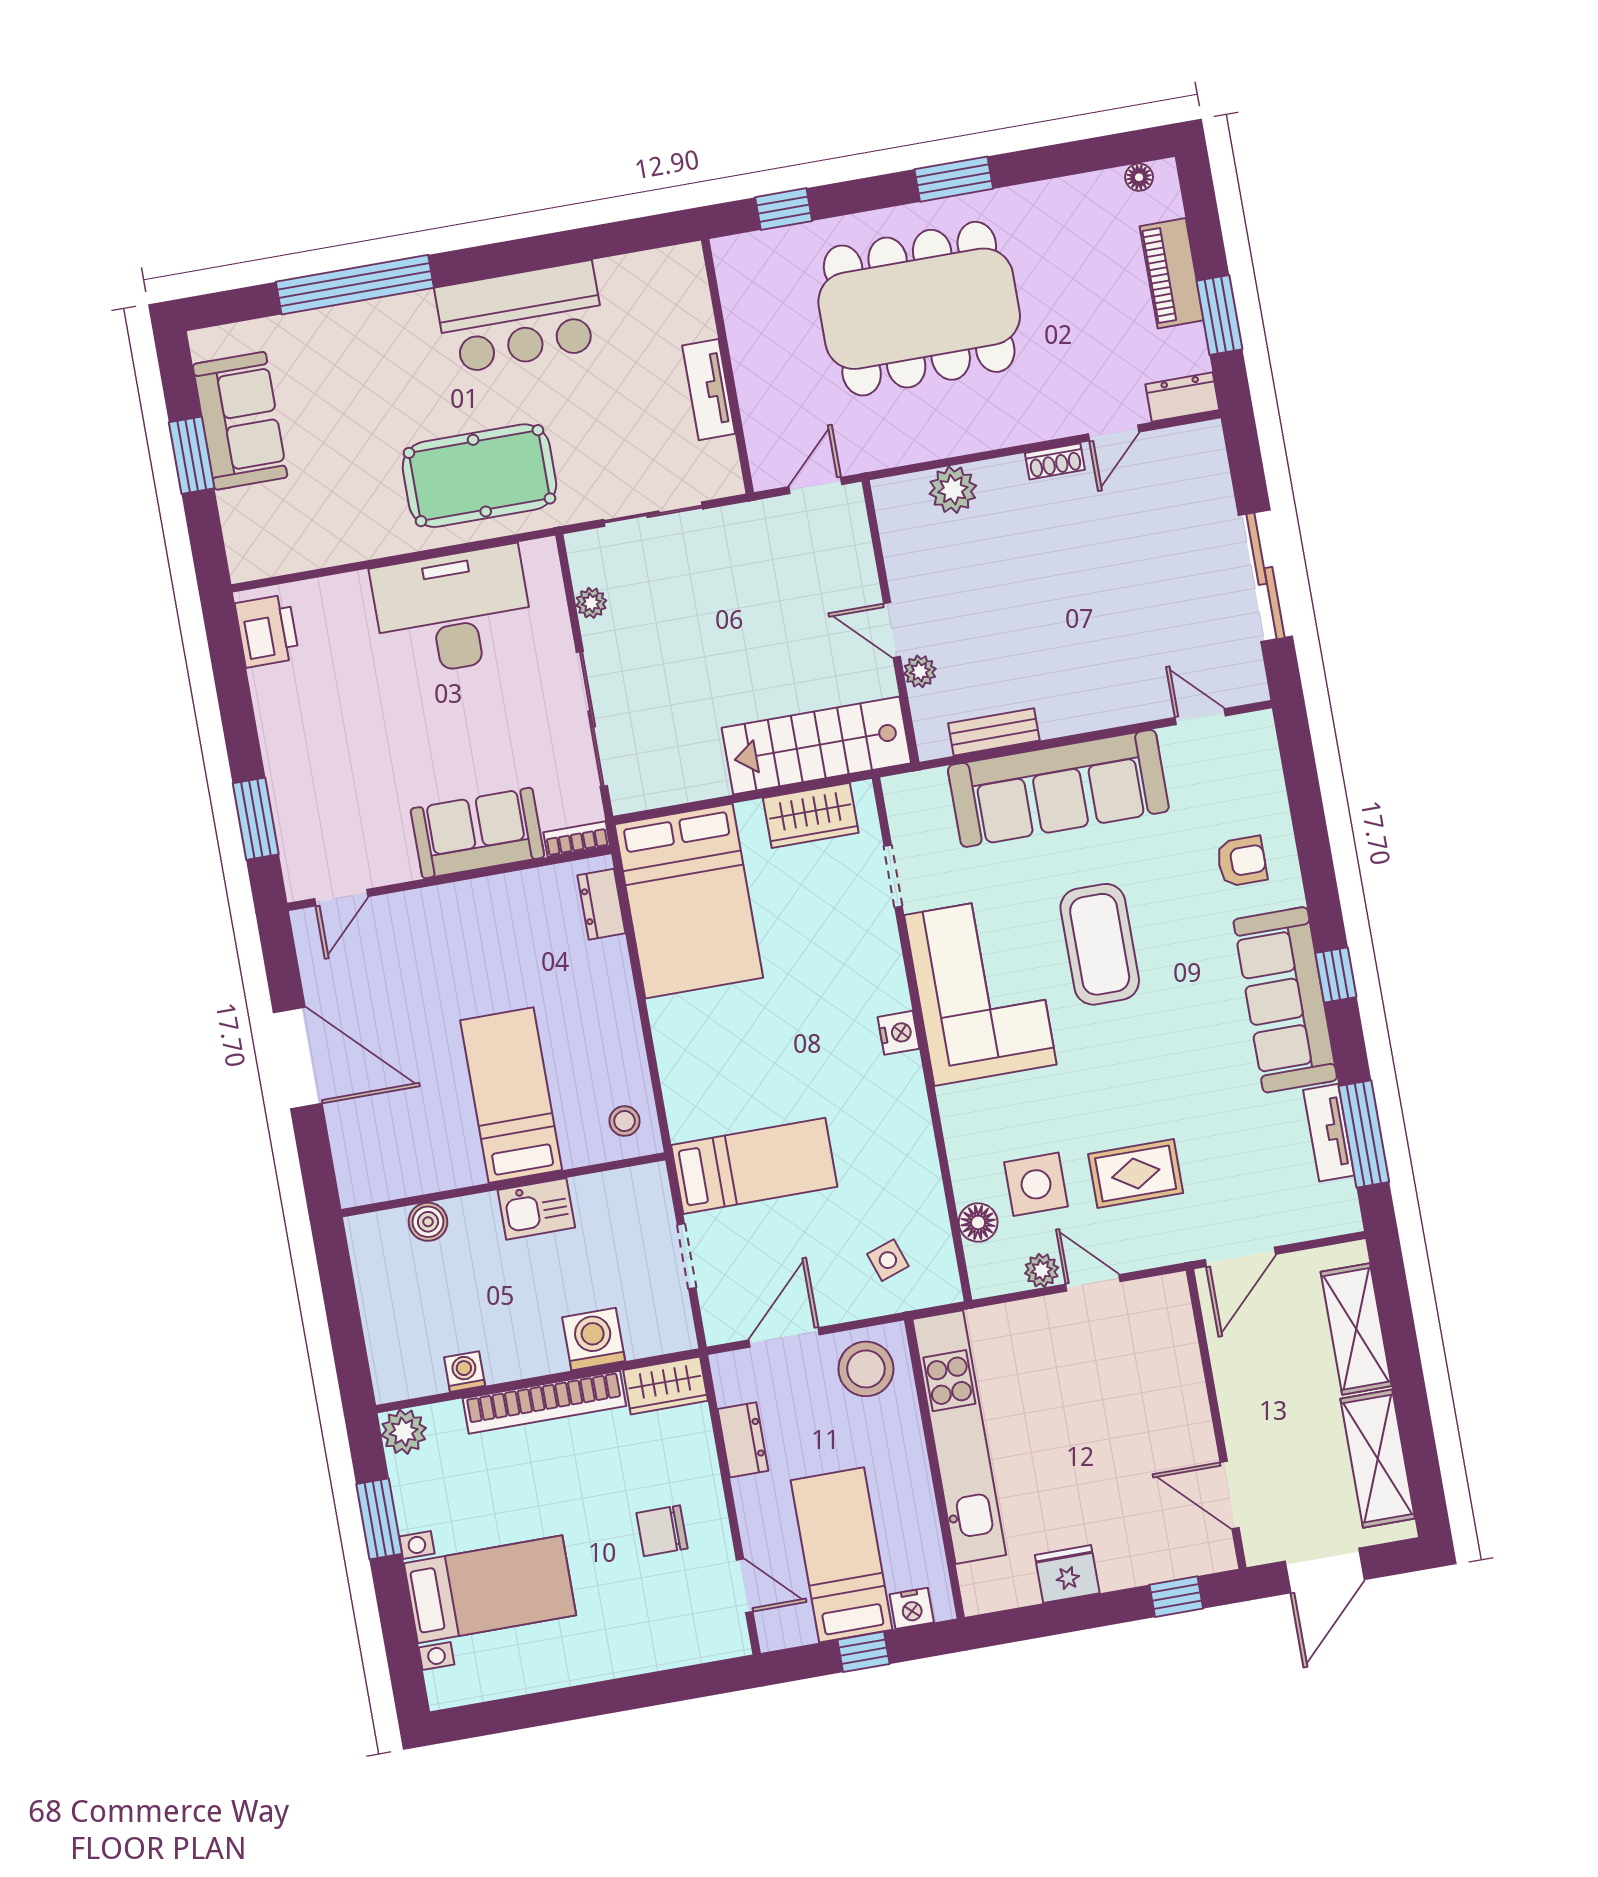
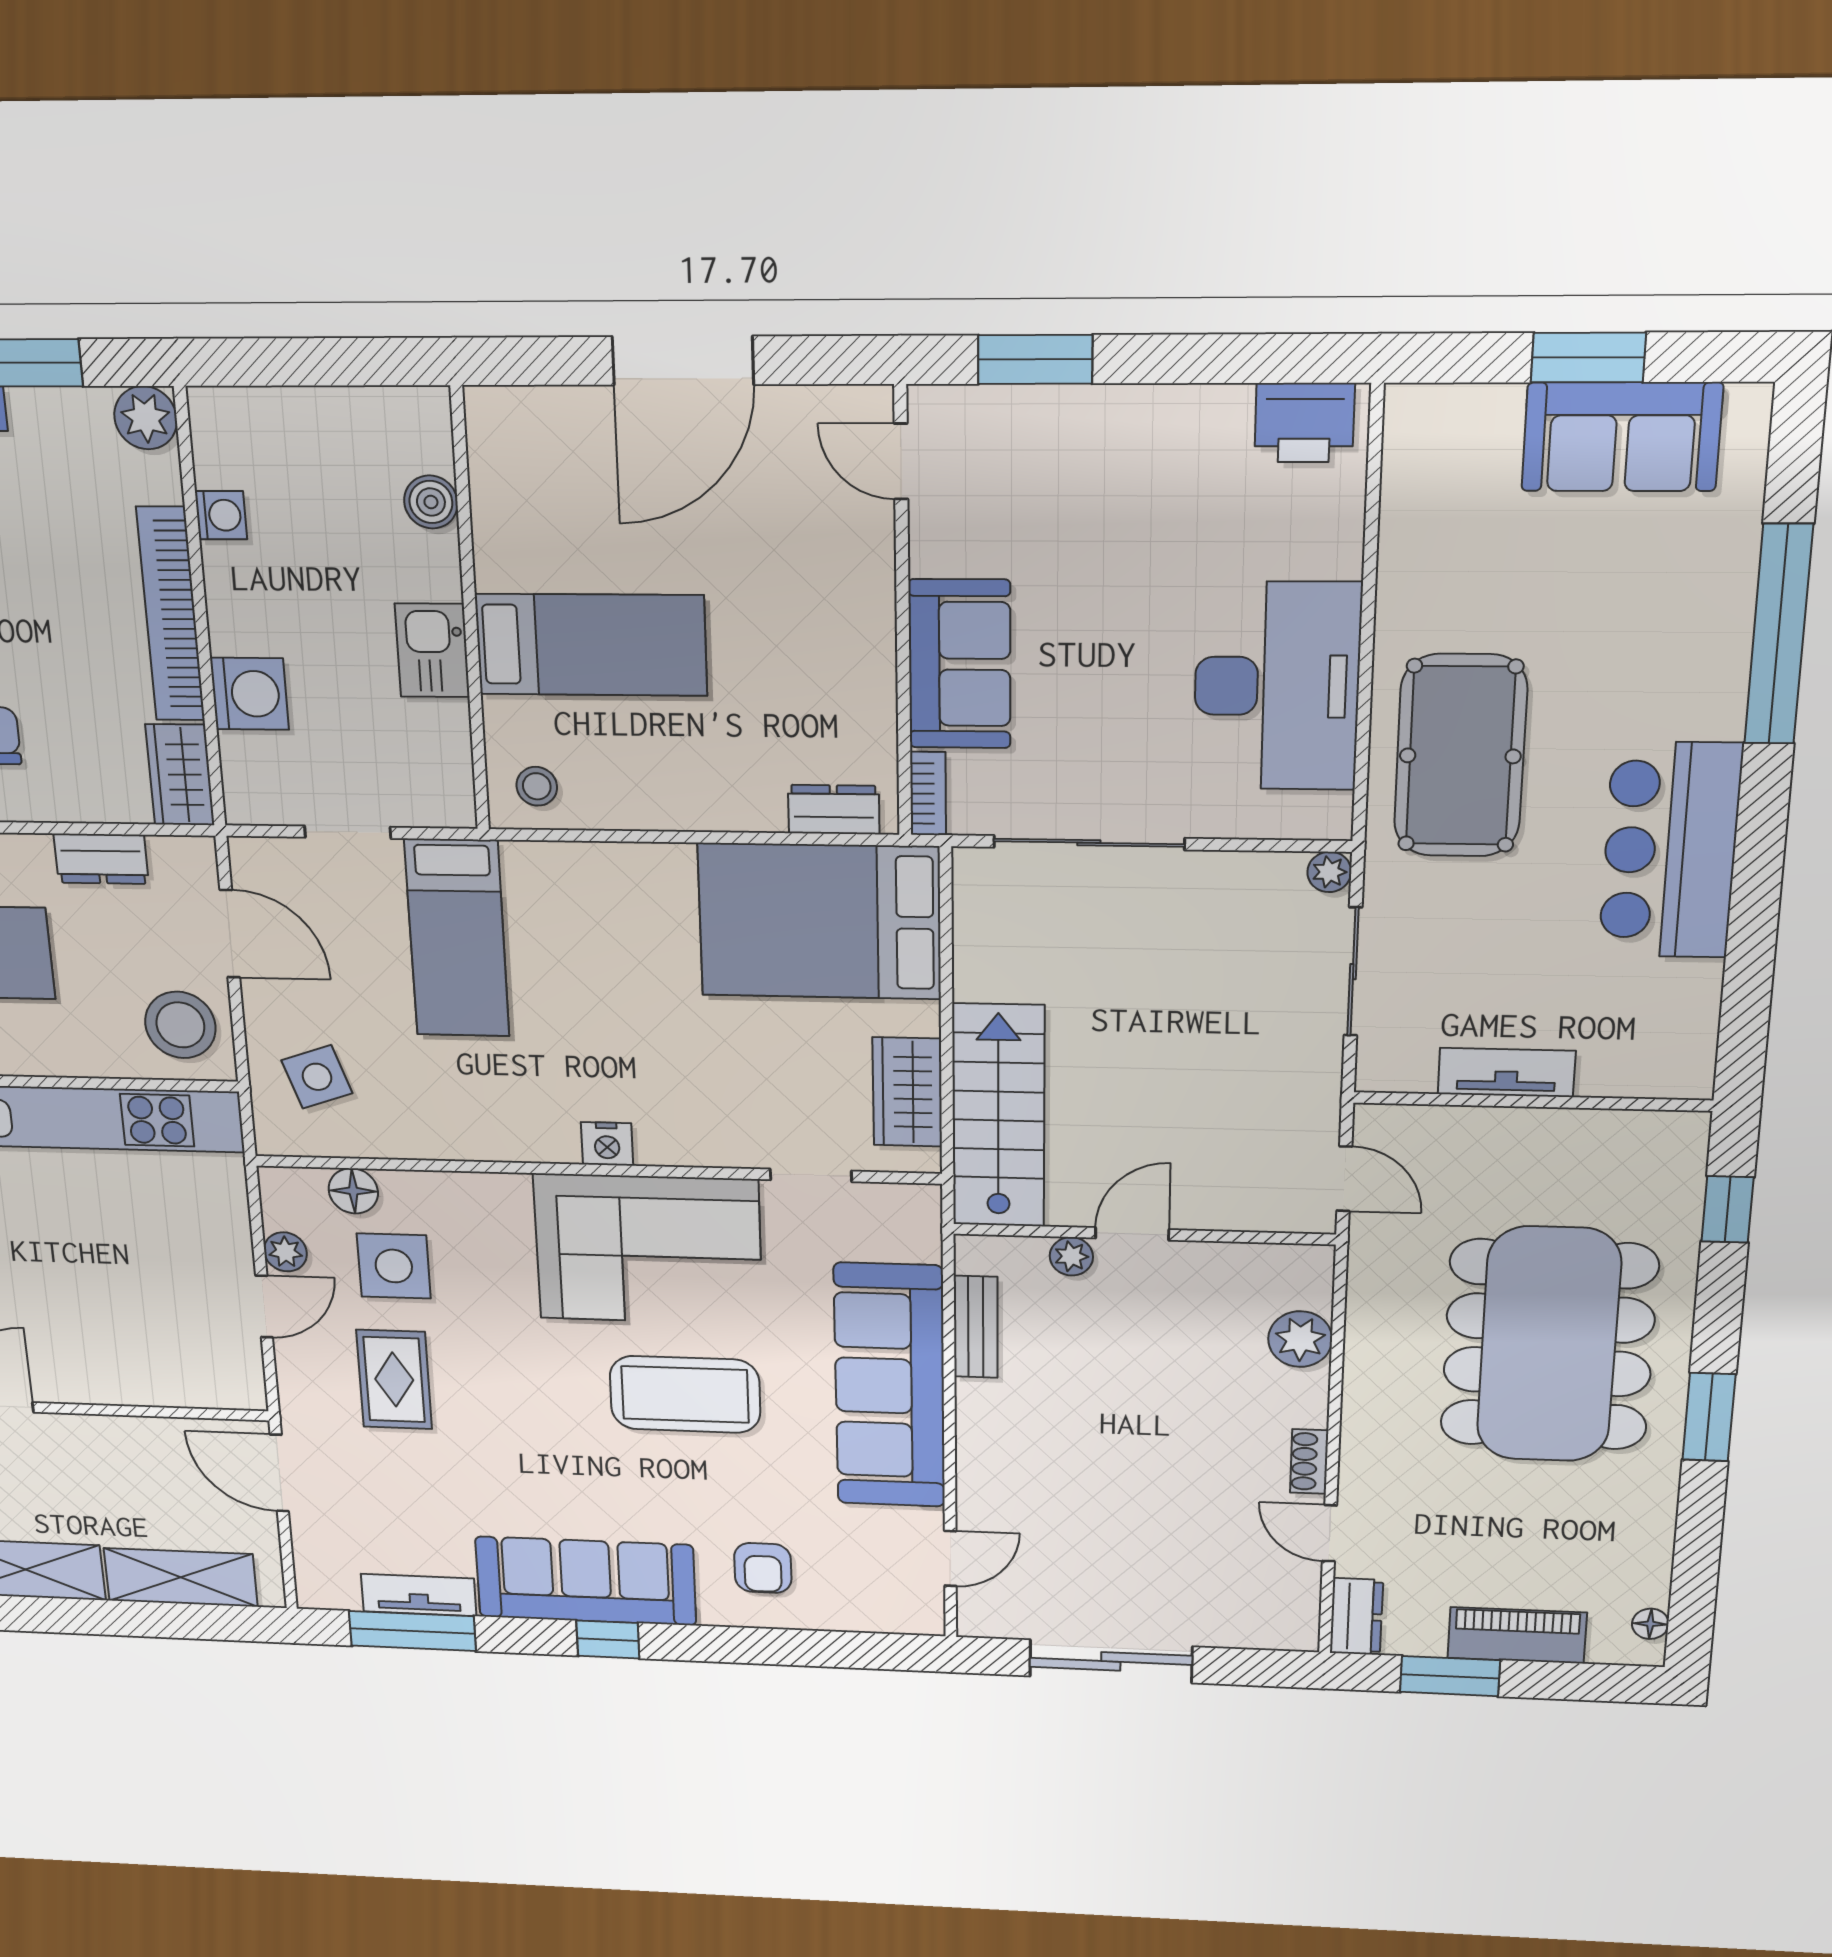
plant: (591, 603) -> (1329, 872), moved
side table: (888, 1260) -> (317, 1077), width x1.37, depth x1.37

